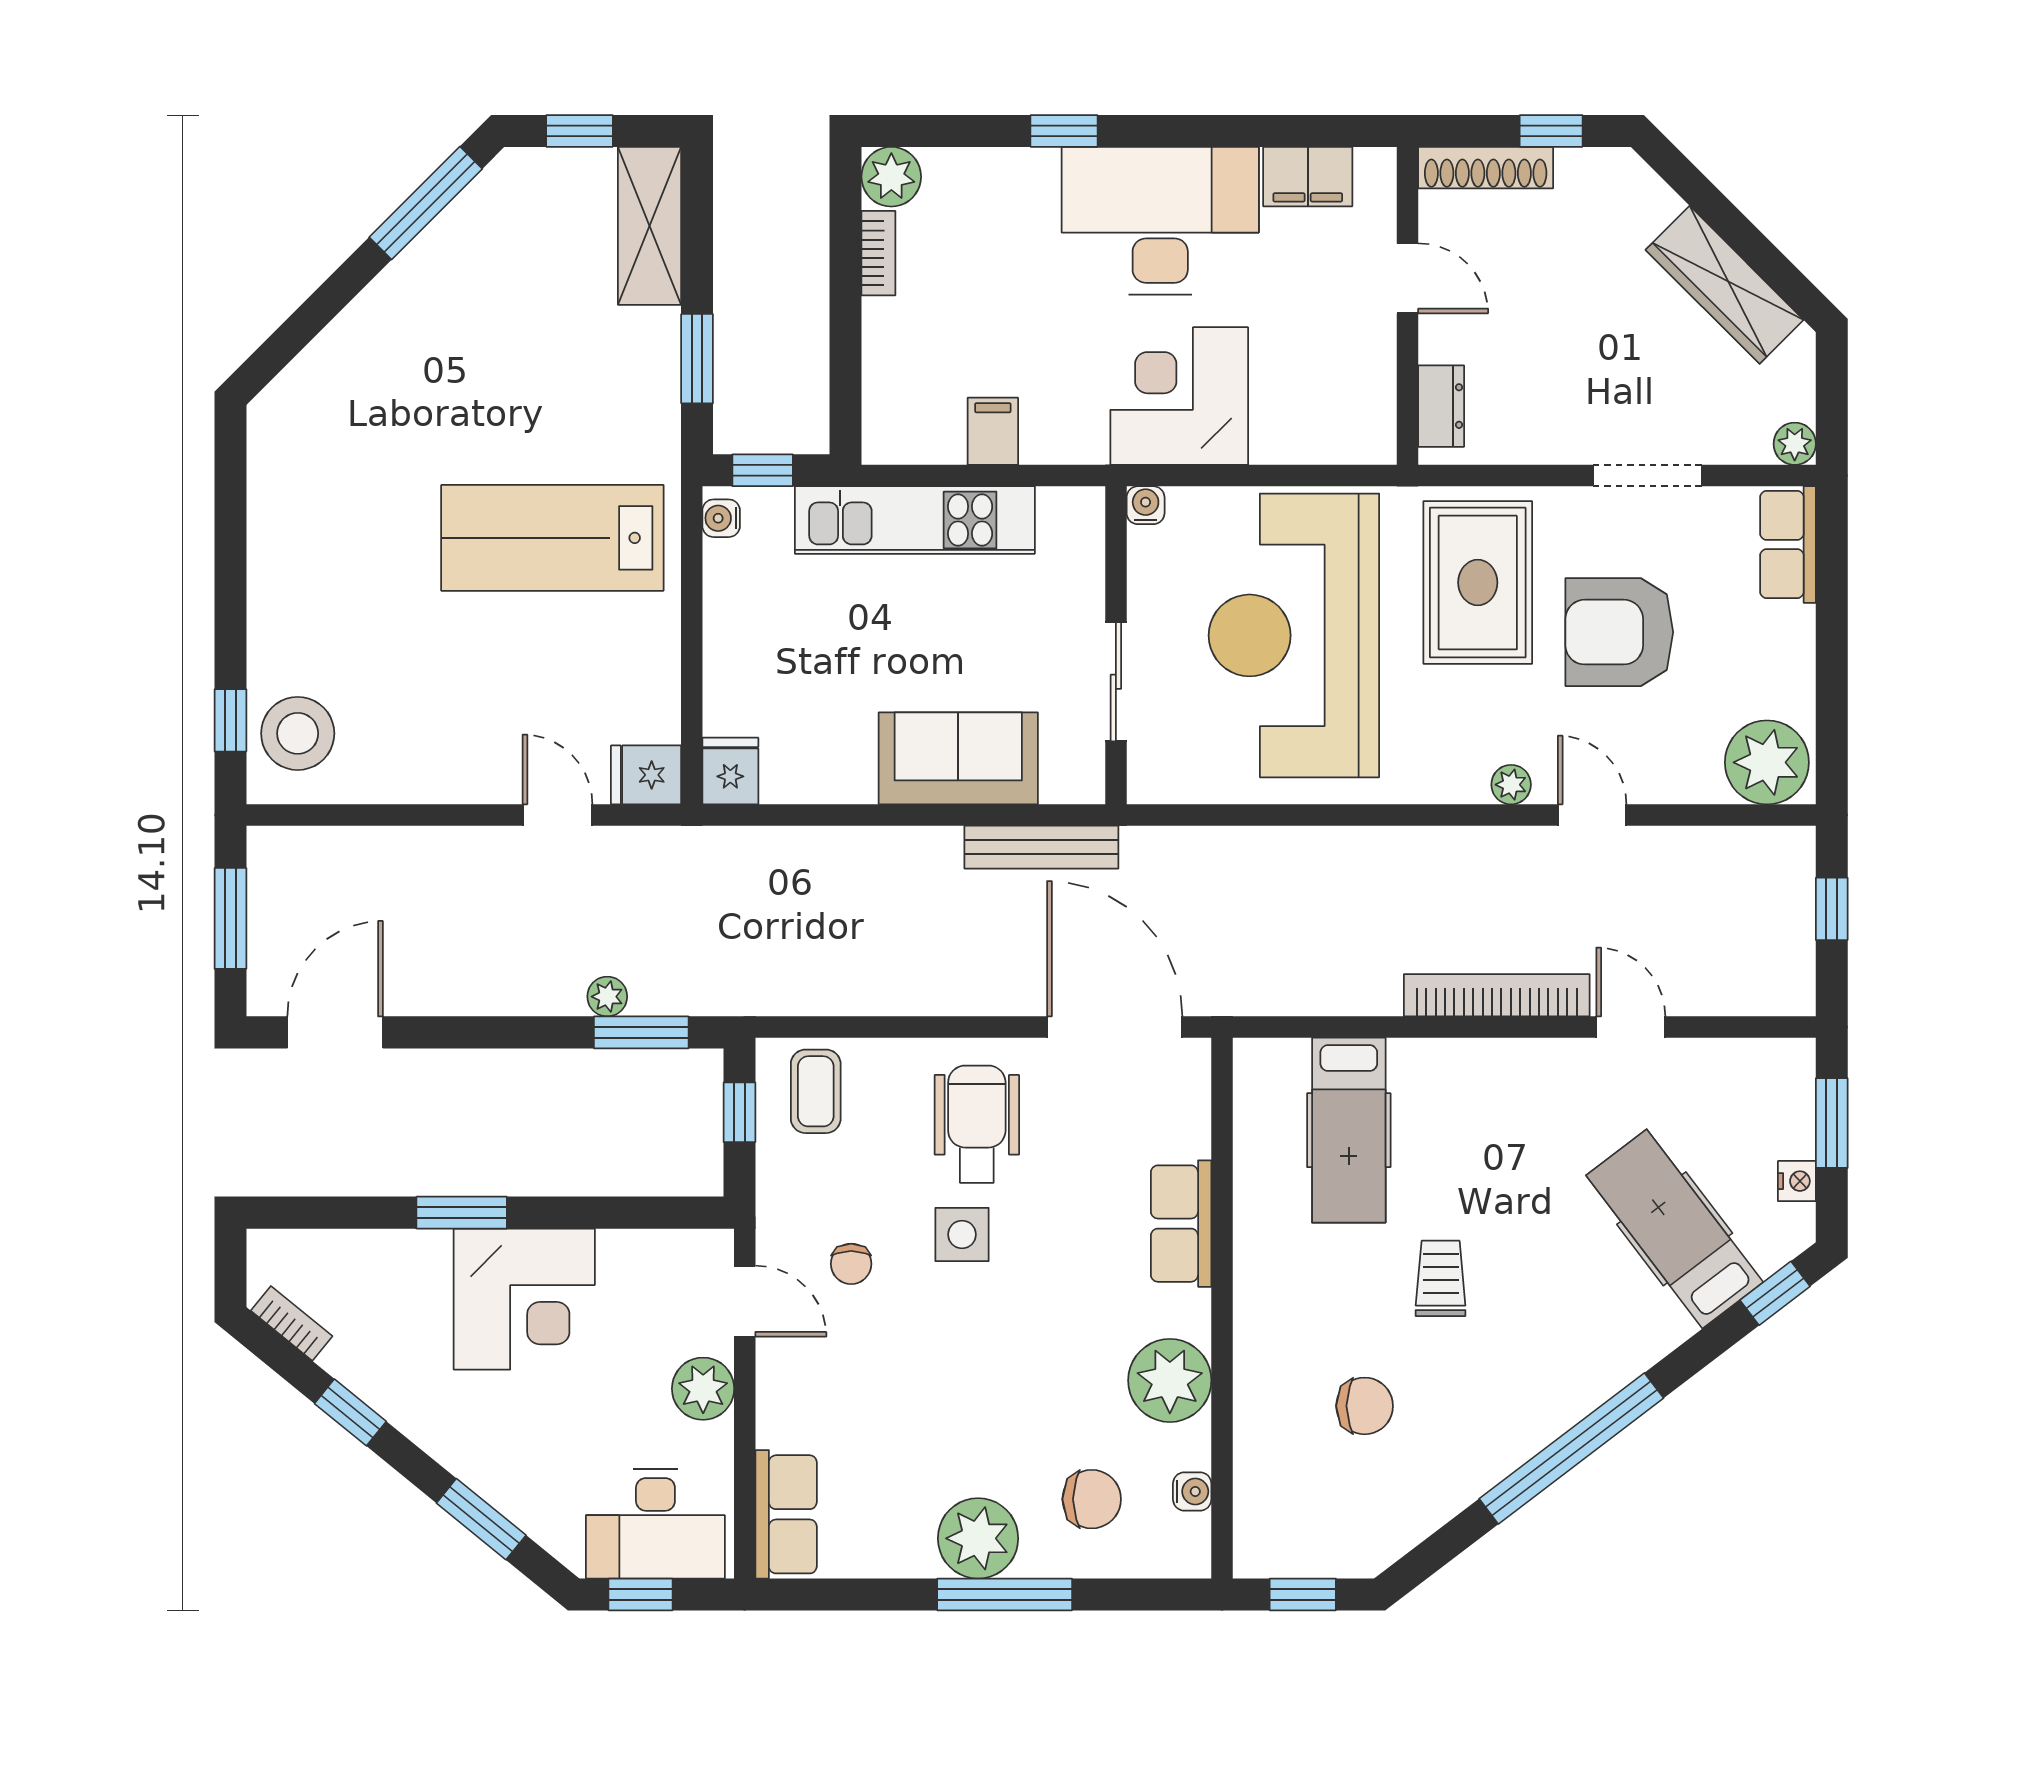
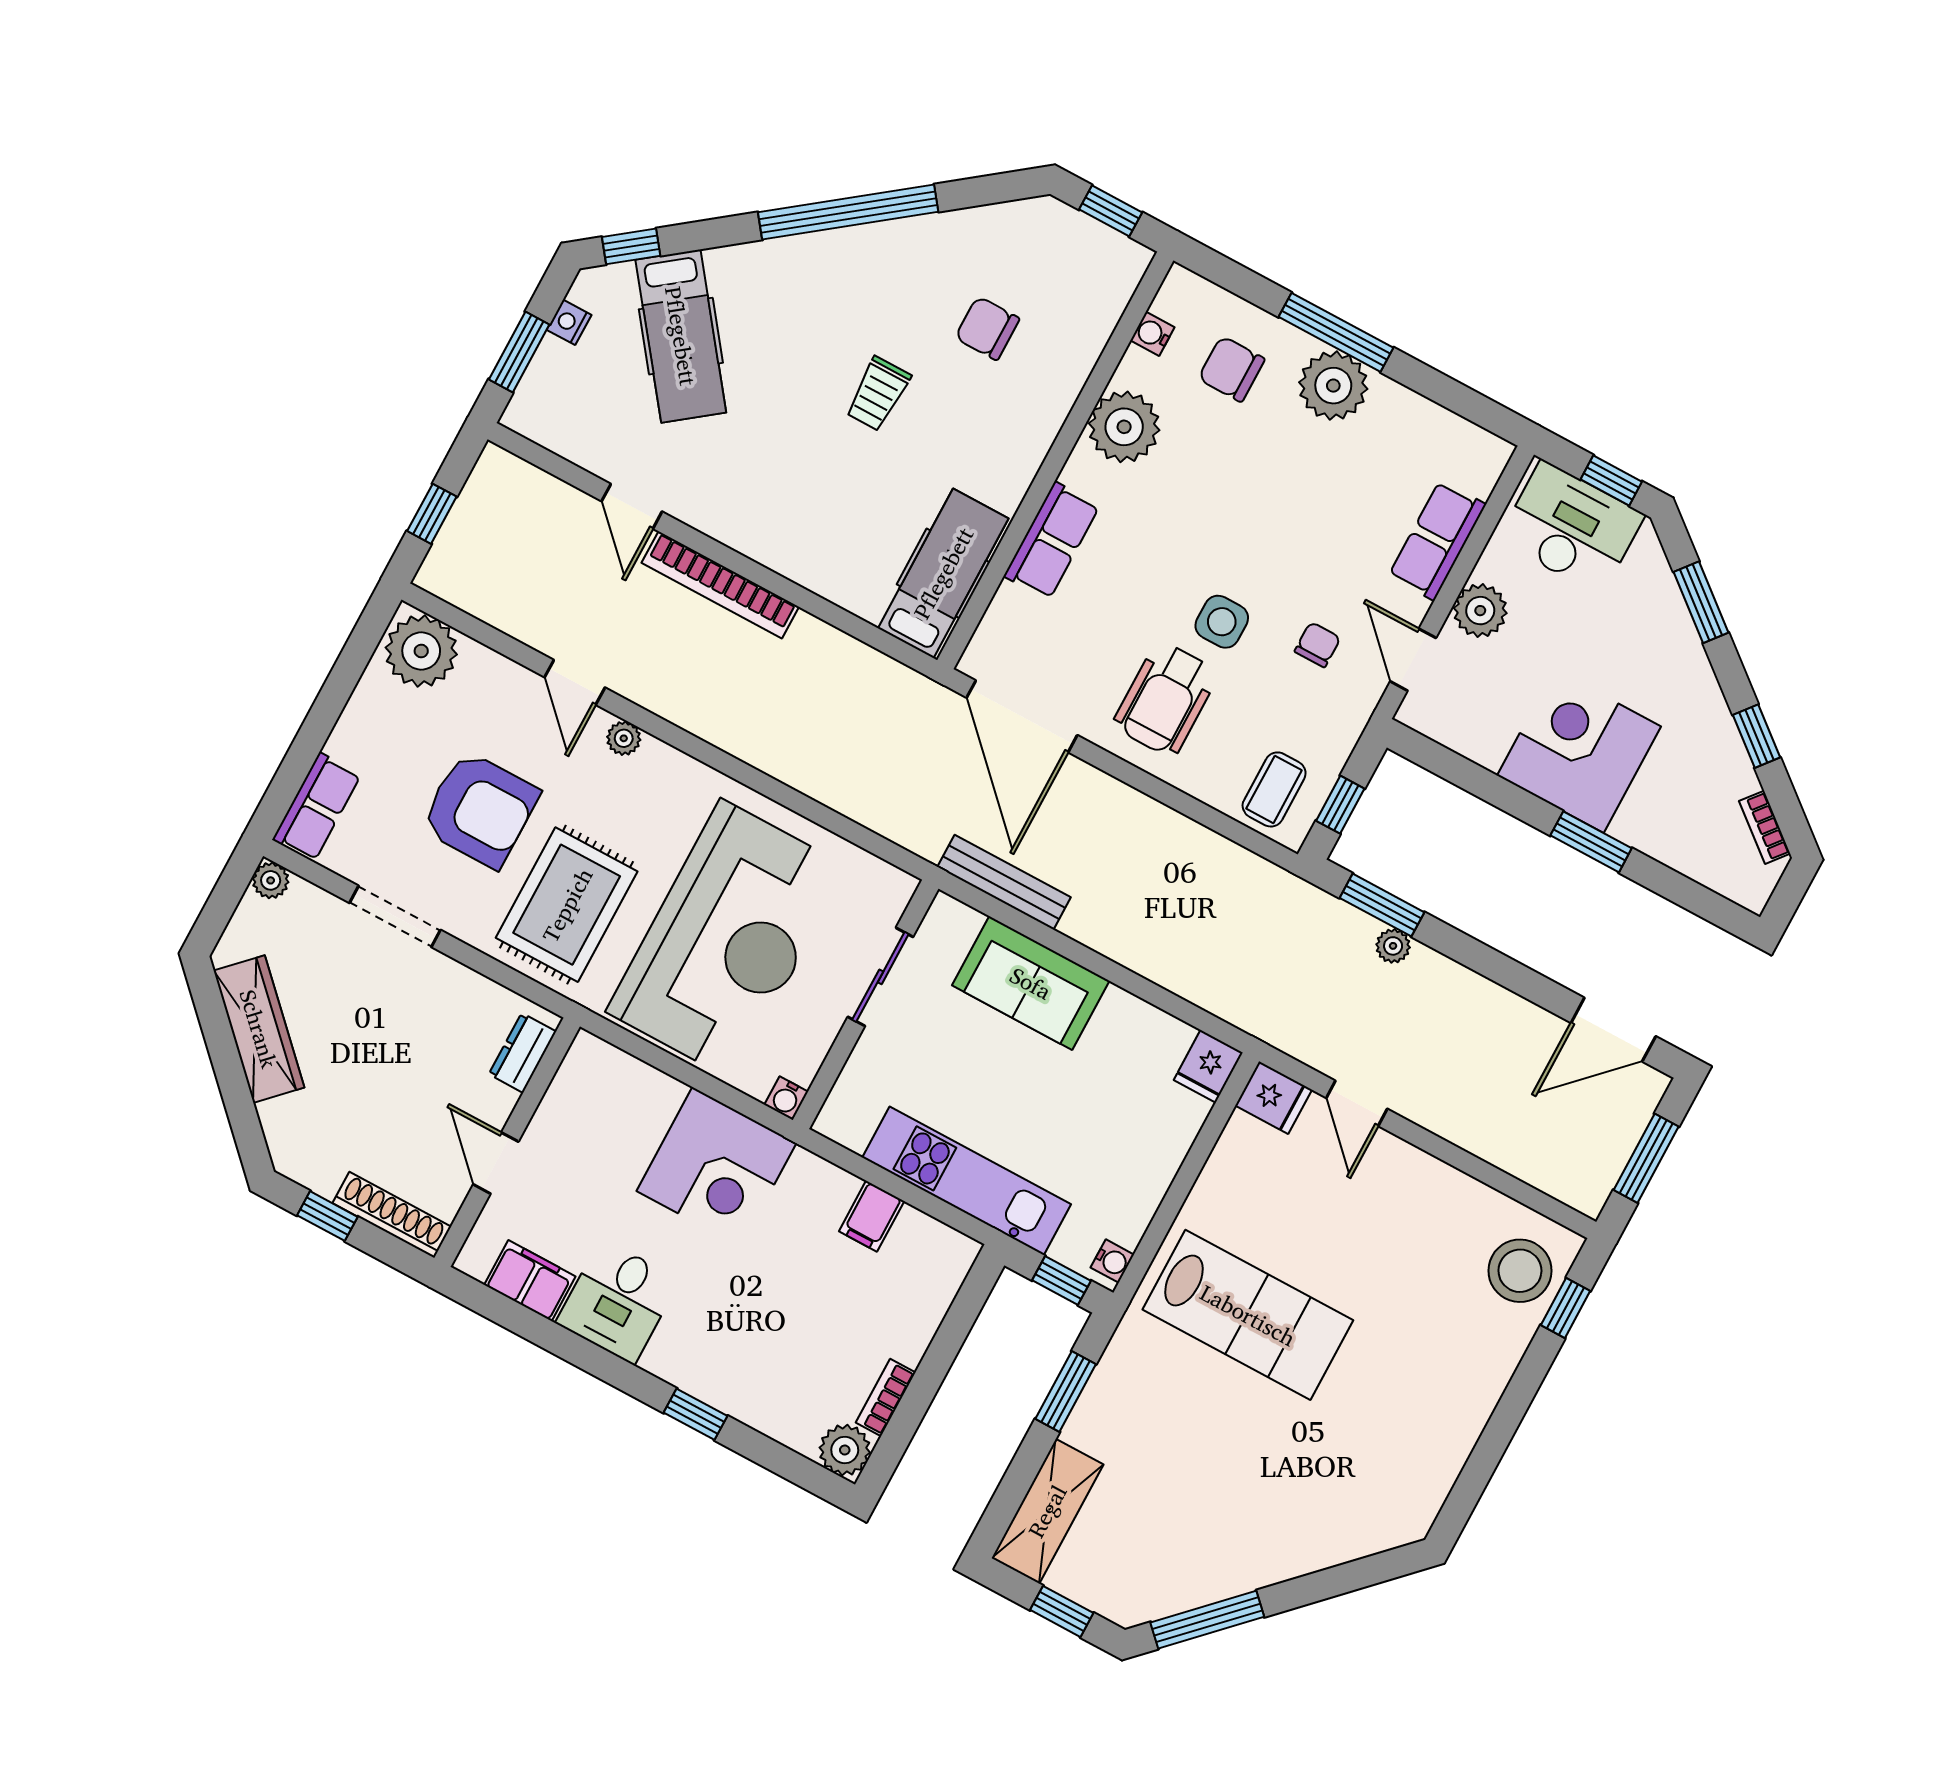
desk: (1160, 221) -> (618, 1301), width x0.53, depth x0.77
hospital bed: (1349, 1130) -> (943, 573), moved
row of seats: (786, 1514) -> (1437, 540), moved

